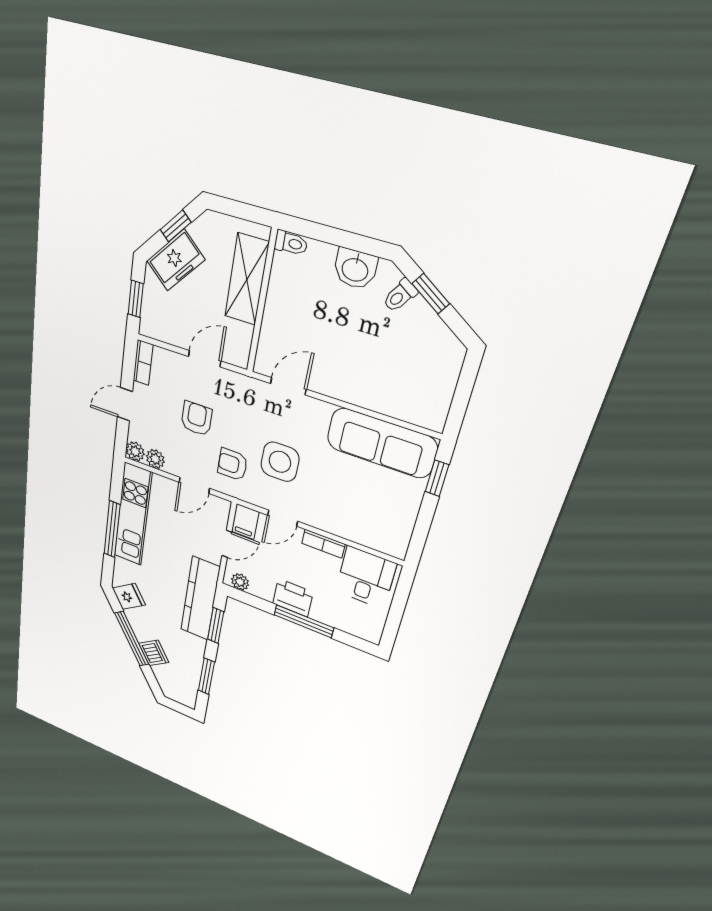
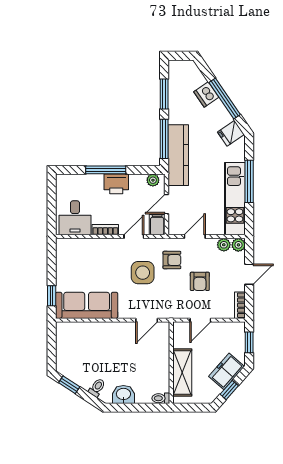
window: (431, 294) -> (69, 385), moved
window: (216, 626) -> (164, 139), width x1.44

